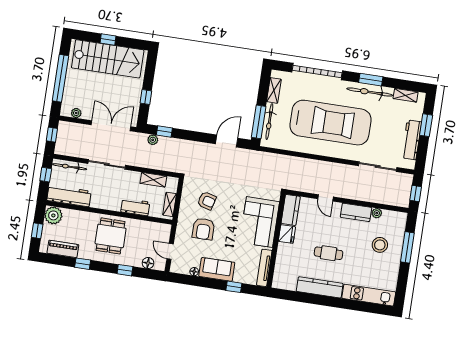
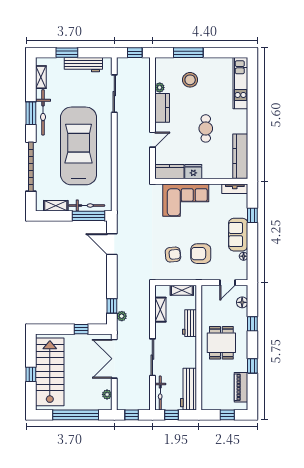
armchair: (207, 201) -> (173, 255), turned 70
plant: (53, 215) -> (210, 401), removed
armchair: (203, 229) -> (201, 254), turned 180
dining table: (111, 236) -> (221, 343), turned 90
tv unit: (264, 268) -> (235, 189), width x0.71
kitchen counter: (320, 287) -> (240, 156), moved

